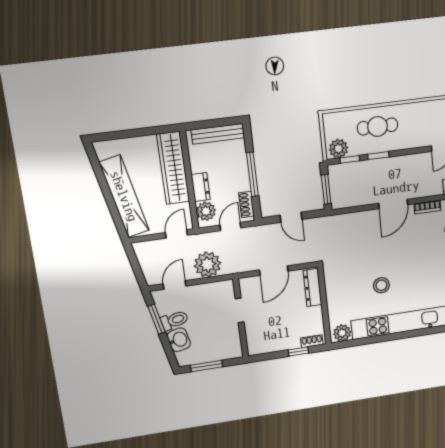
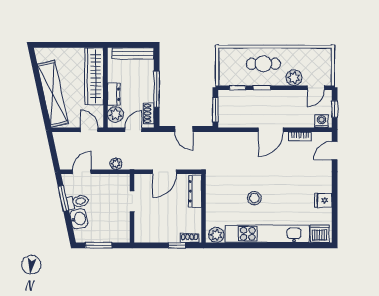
plant: (338, 149) -> (294, 78), moved
door: (176, 234) -> (89, 130), hinge flipped
plant: (207, 265) -> (116, 164), width x0.53, depth x0.53

